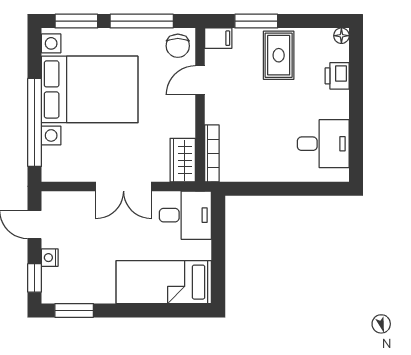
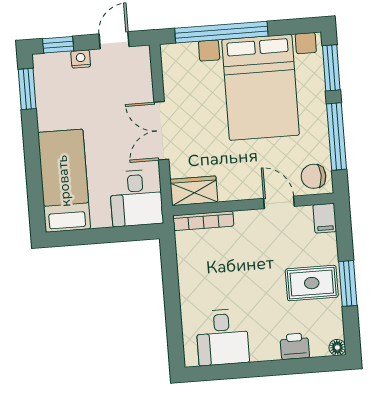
window: (256, 21) -> (348, 283), moved

